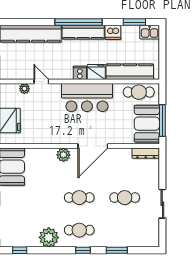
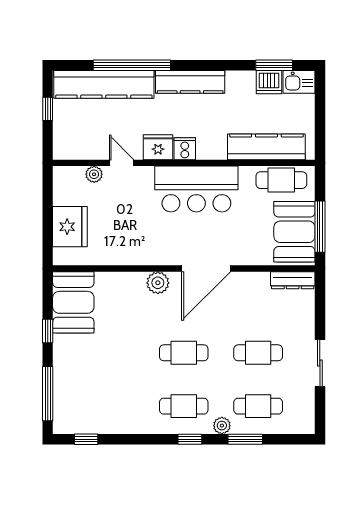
window: (79, 22) -> (132, 65), moved
dishwasher: (113, 32) -> (269, 82), moved
fridge: (96, 72) -> (158, 147), moved
cafe table: (125, 230) -> (258, 406), added
plant: (49, 237) -> (222, 426), moved, width x0.53, depth x0.53

